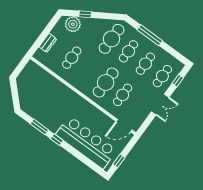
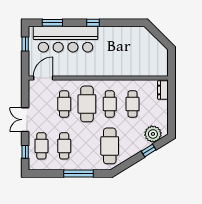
dresser: (48, 43) -> (163, 90), moved
cafe table: (128, 51) -> (110, 104), moved
window: (39, 127) -> (52, 23), moved

